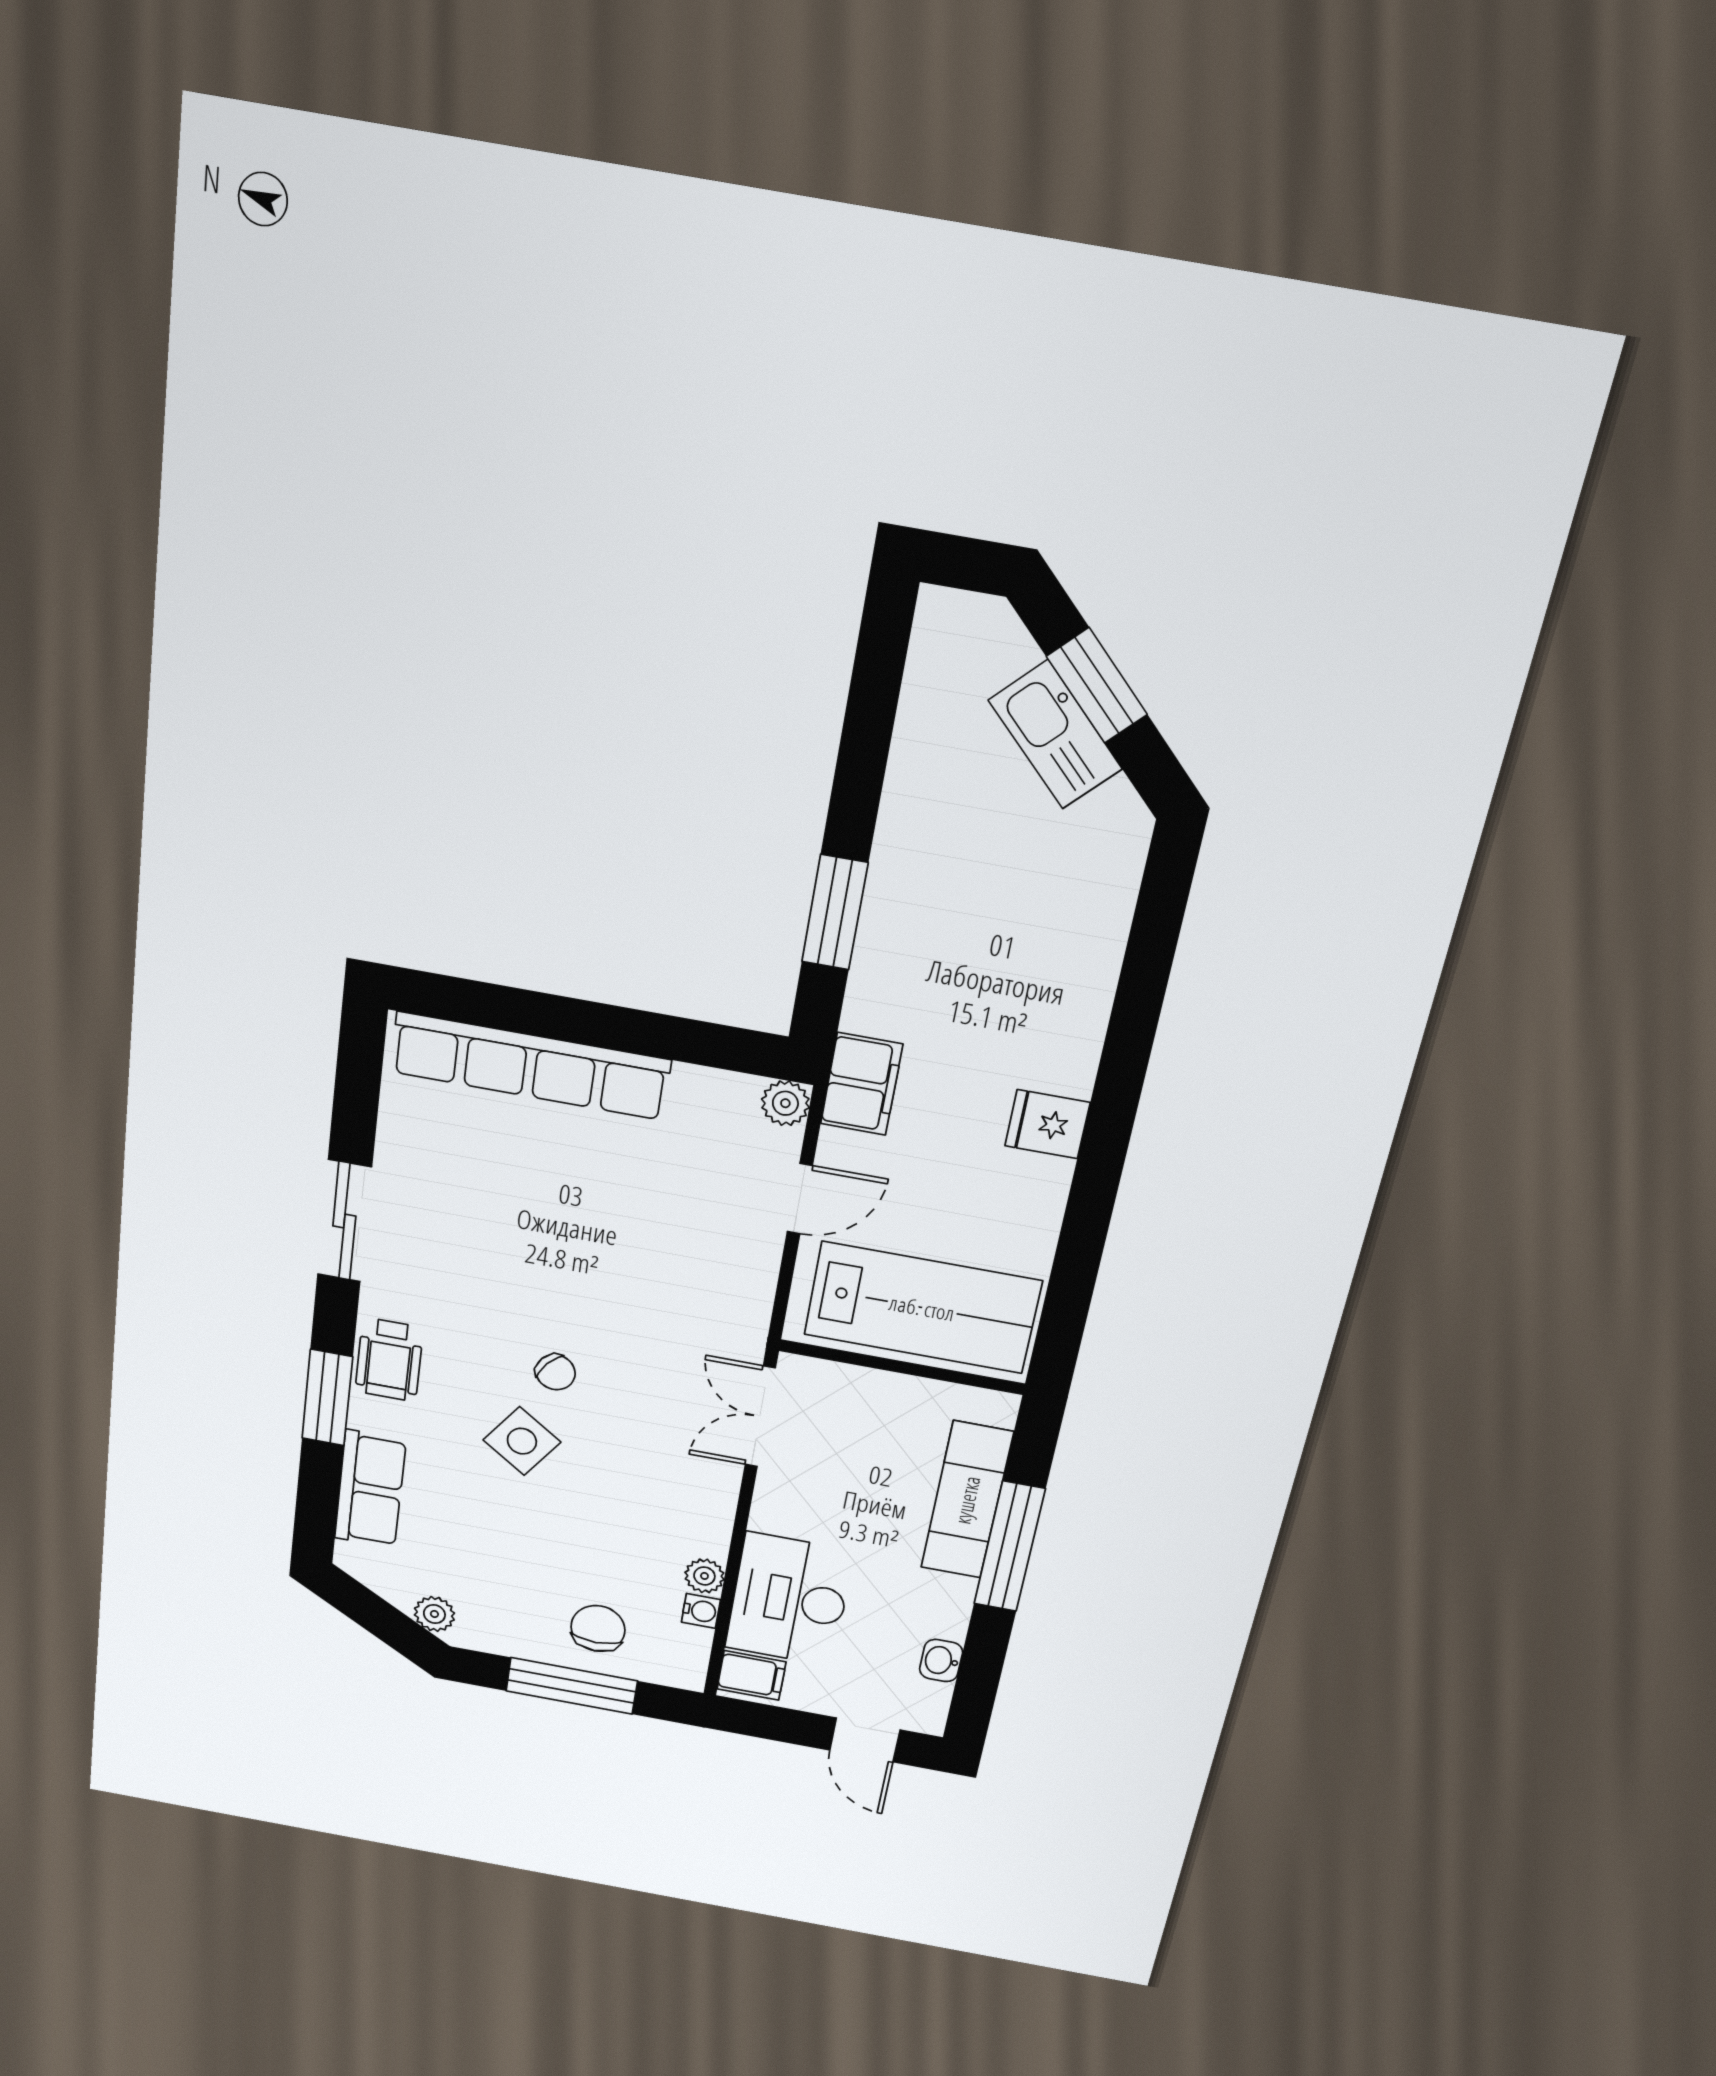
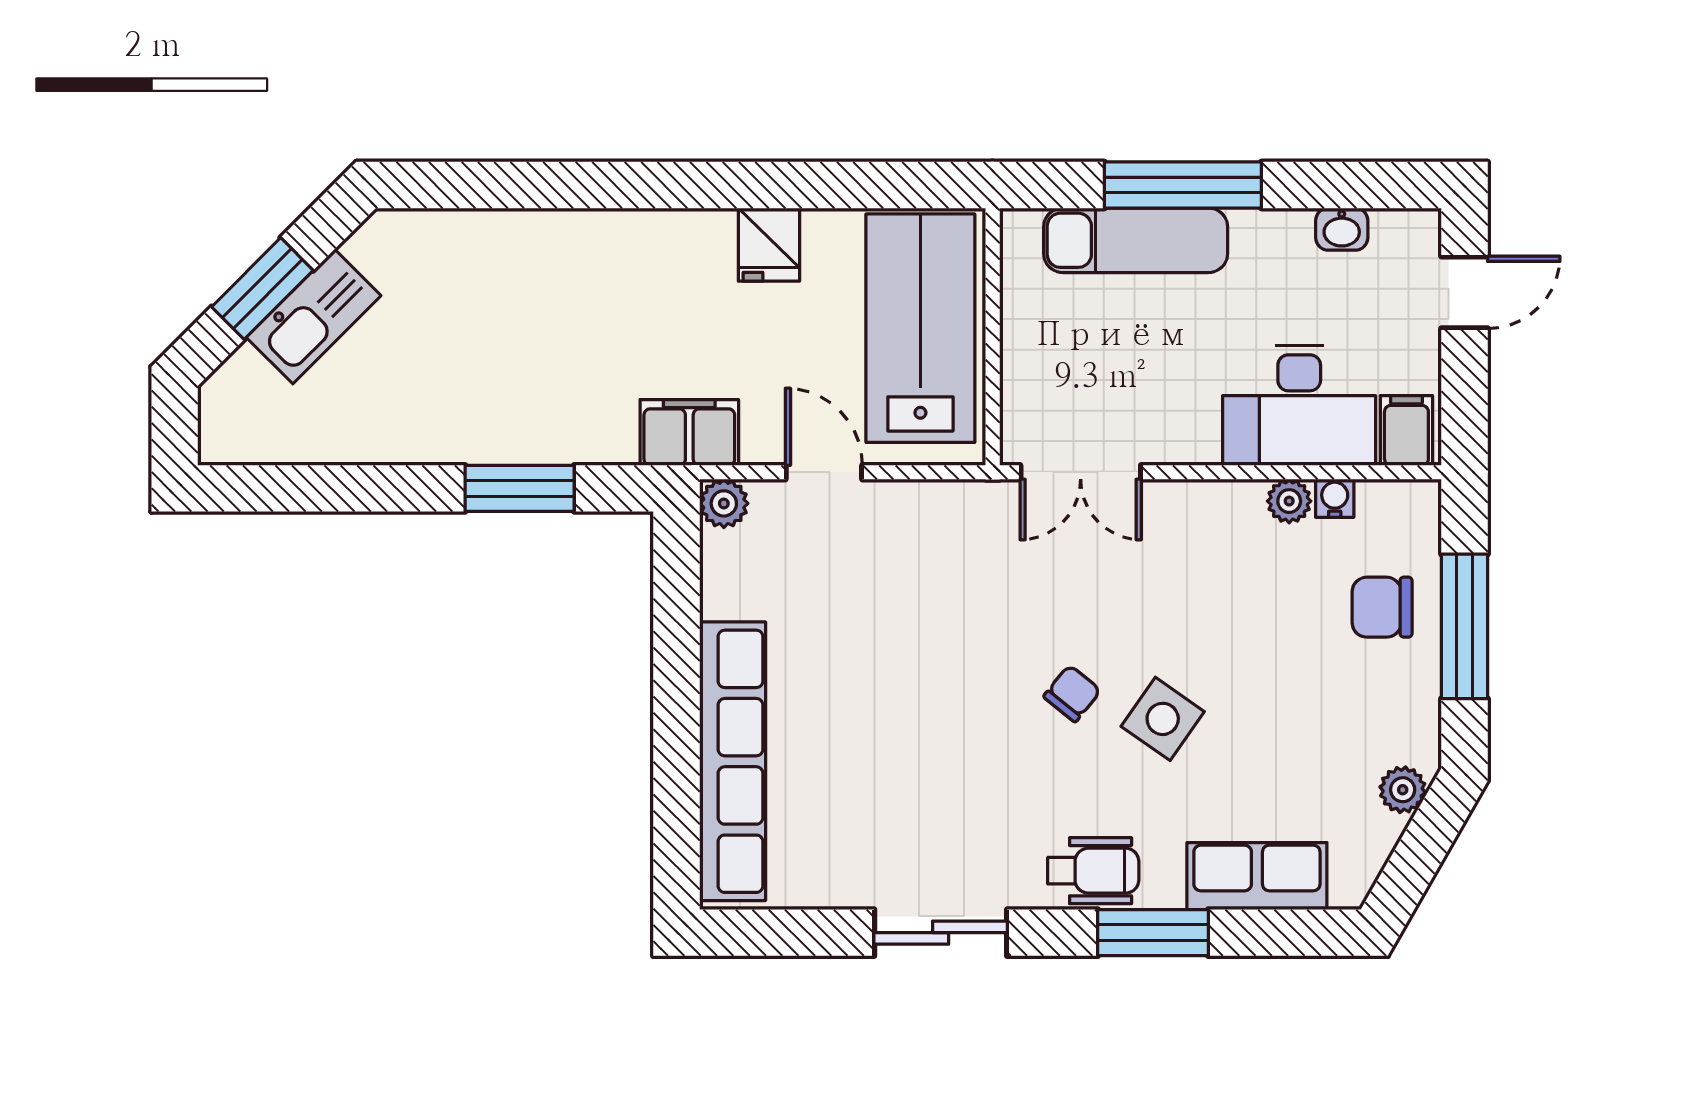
fridge: (1047, 1124) -> (769, 245), moved

